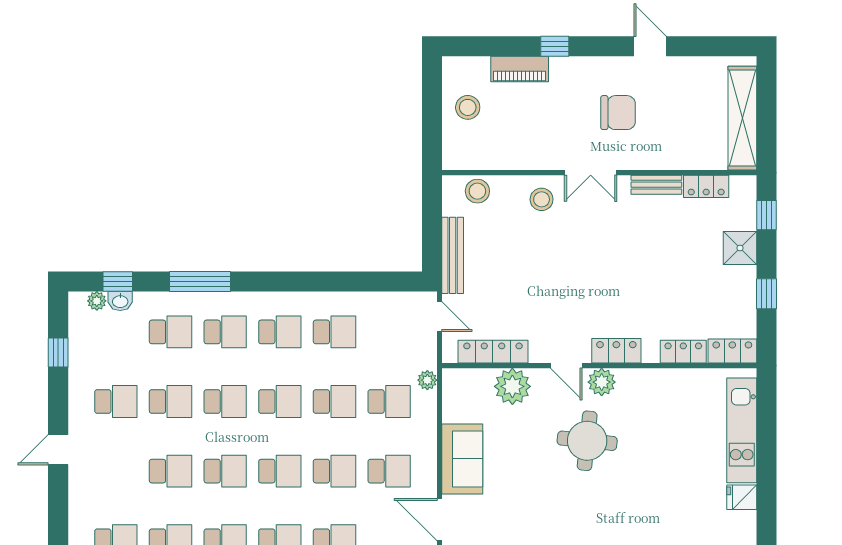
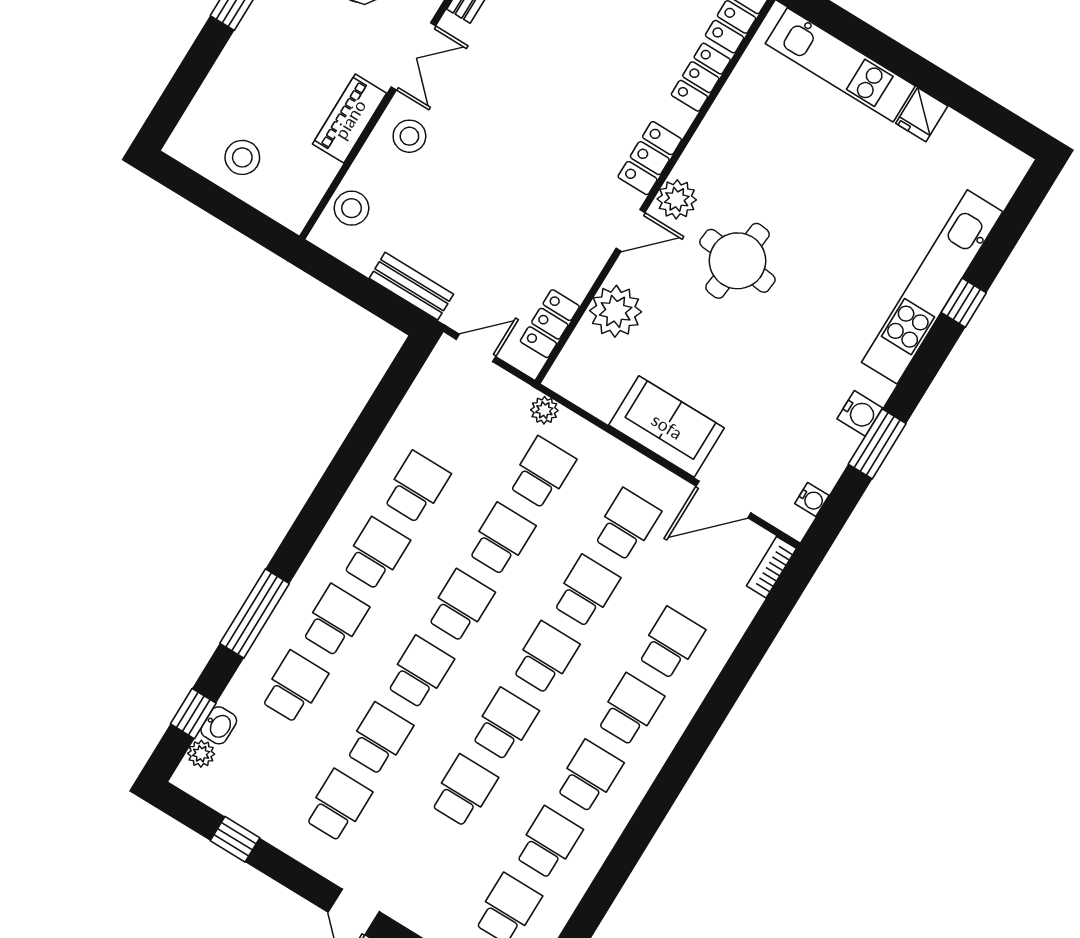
piano: (520, 69) -> (350, 119), moved, turned 180
bench: (453, 255) -> (411, 286), width x0.73
locker: (493, 352) -> (550, 324), width x0.66

